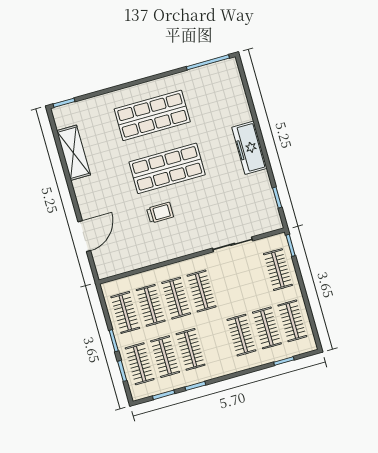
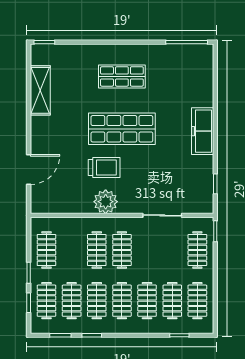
shop shelf: (152, 115) -> (122, 76), width x0.70, depth x0.74
trolley: (160, 213) -> (104, 168), width x1.36, depth x1.39
plant: (171, 247) -> (106, 202), added
clothes rail: (151, 305) -> (122, 301), moved

